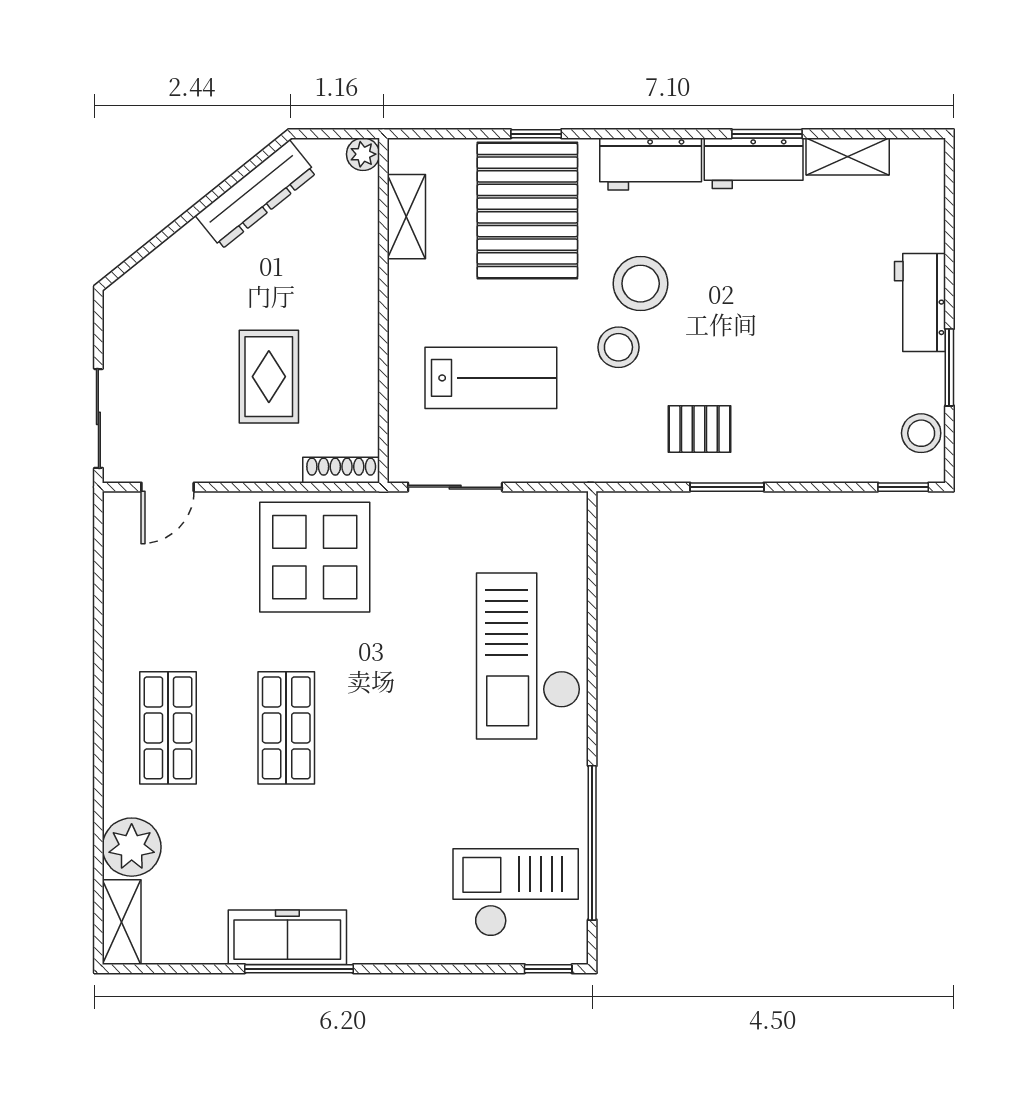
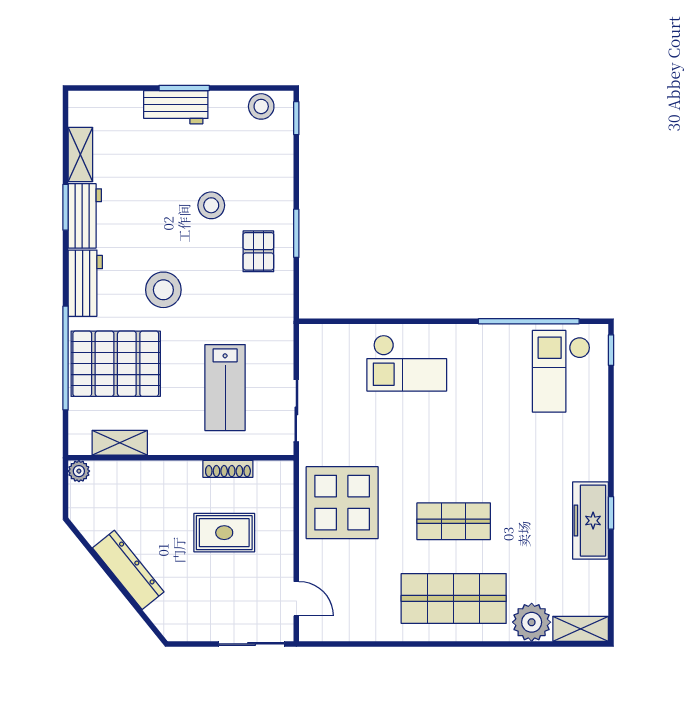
window: (536, 134) -> (66, 358), width x3.17
dresser: (256, 194) -> (128, 570), moved
stool: (618, 347) -> (211, 205), moved
window: (949, 367) -> (184, 88), moved
lab bench: (491, 378) -> (225, 388), turned 180
shoe rack: (341, 470) -> (228, 469), moved, turned -90
checkout: (528, 656) -> (407, 363), width x0.73, depth x0.83
shop shelf: (168, 728) -> (454, 598), width x1.43, depth x1.36
window: (299, 969) -> (611, 513), width x0.46

